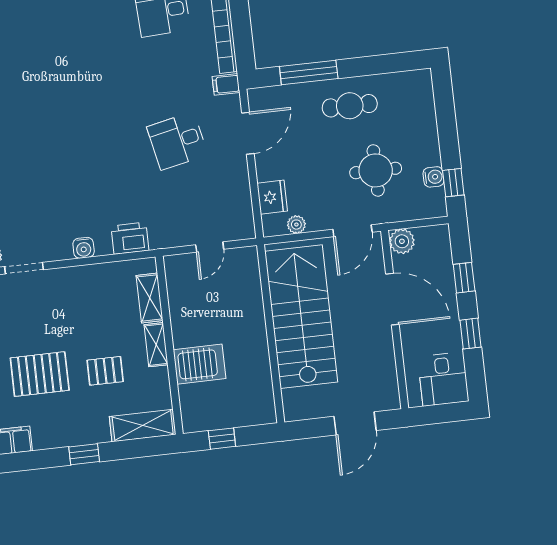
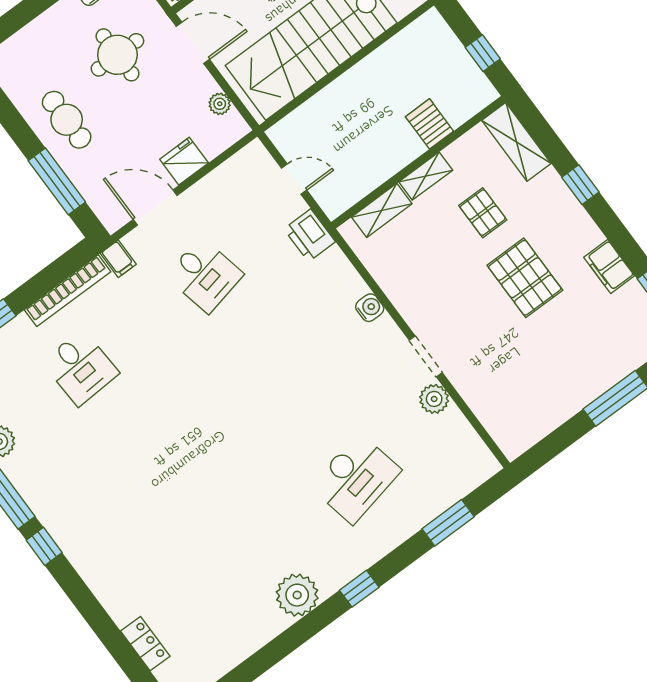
fridge: (272, 197) -> (184, 161), moved
printer: (130, 238) -> (310, 235), moved
server rack: (200, 364) -> (430, 124), width x0.73, depth x0.70

